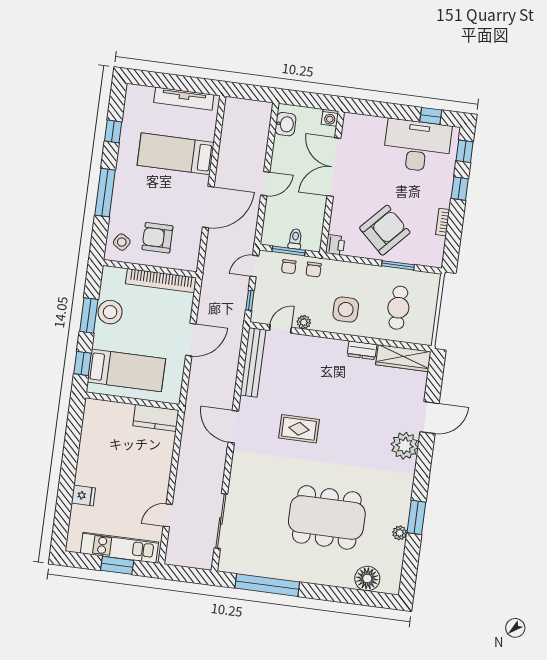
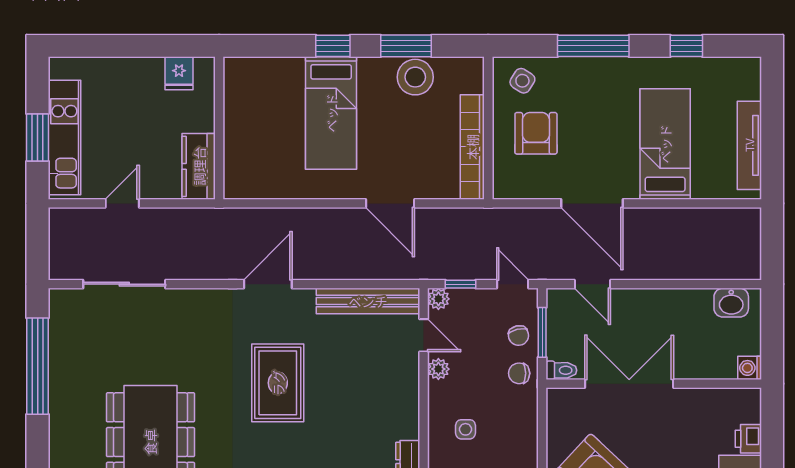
double door: (334, 167) -> (629, 384), moved
door: (265, 184) -> (592, 284), moved
toilet: (295, 239) -> (561, 370), moved
printer: (335, 245) -> (748, 439), moved, turned 90
chair: (289, 267) -> (519, 336), turned -102
side table: (346, 310) -> (466, 429), width x0.54, depth x0.54
plant: (258, 316) -> (438, 299), added
wall: (132, 401) -> (219, 128), moved
kitchen counter: (156, 418) -> (199, 166), moved
rug: (299, 429) -> (278, 383), width x1.36, depth x1.43
fridge: (83, 496) -> (179, 73), moved
door: (168, 515) -> (122, 203), hinge flipped

